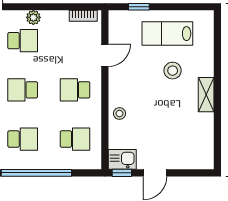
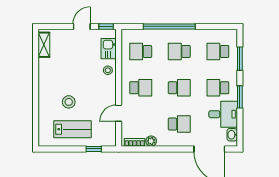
plant: (33, 17) -> (151, 141), moved
school desk: (23, 41) -> (179, 124), turned 180
shelving: (206, 95) -> (44, 45), moved
kitchen sink: (122, 159) -> (109, 49), moved, turned 90

